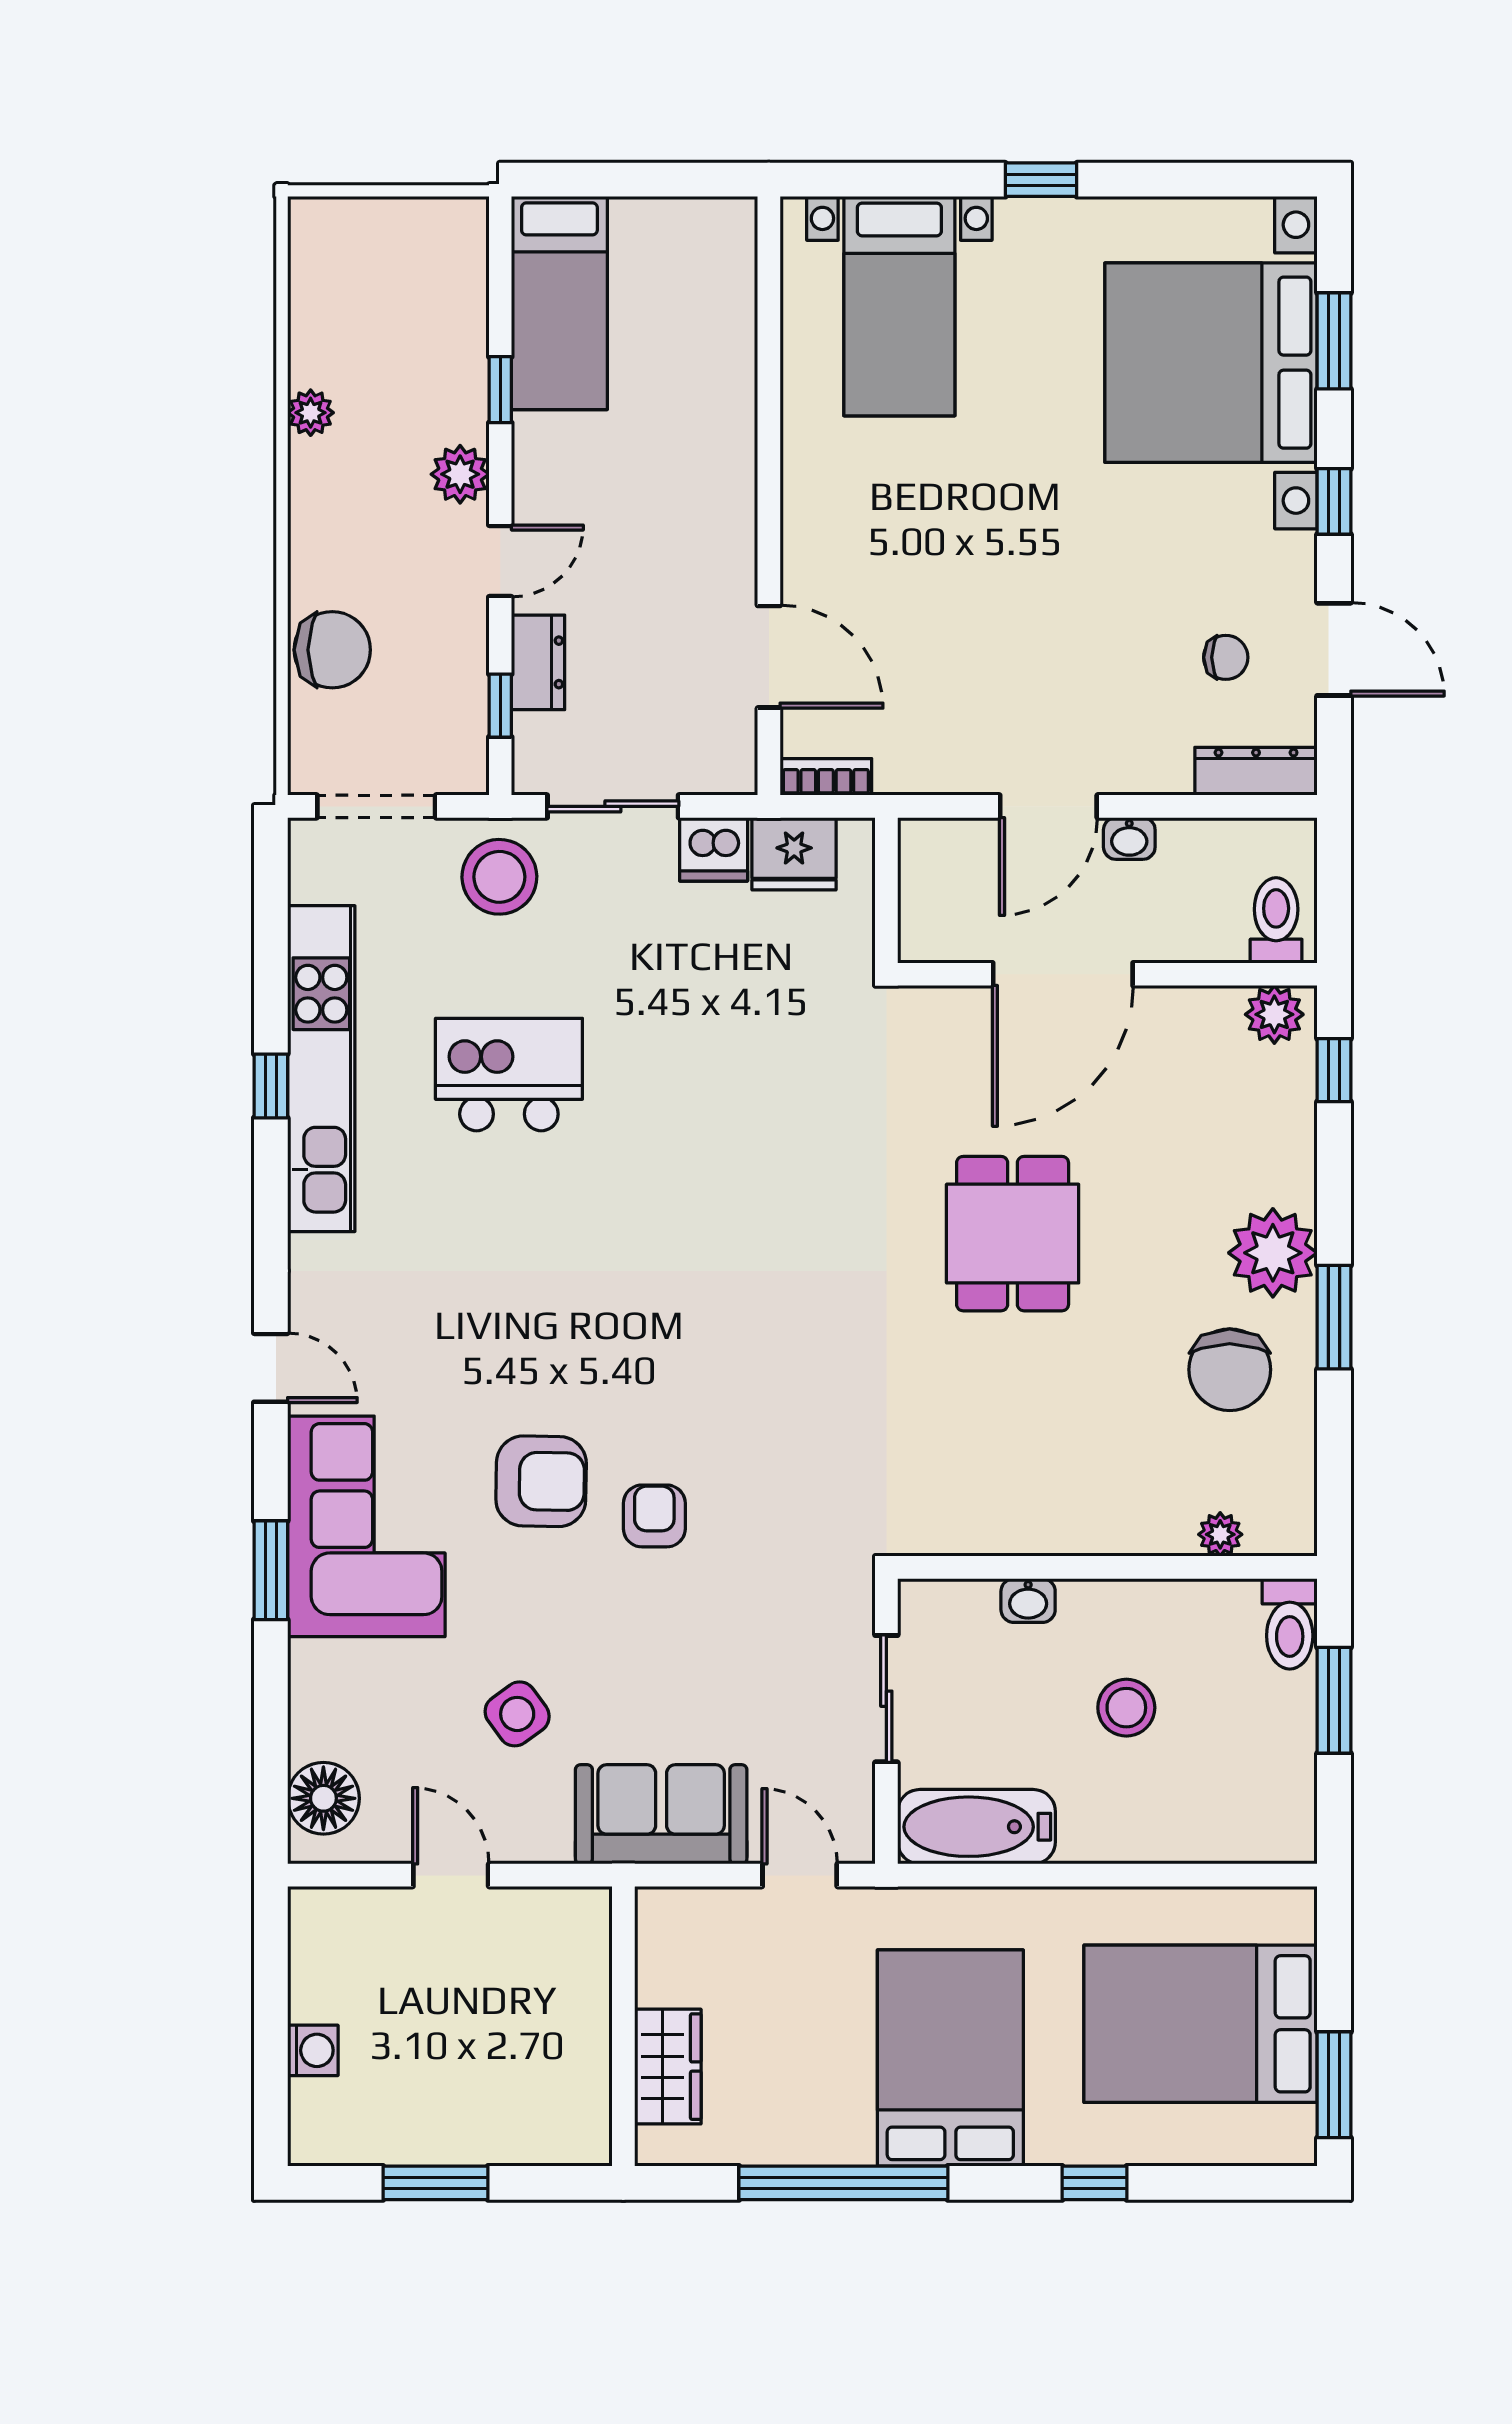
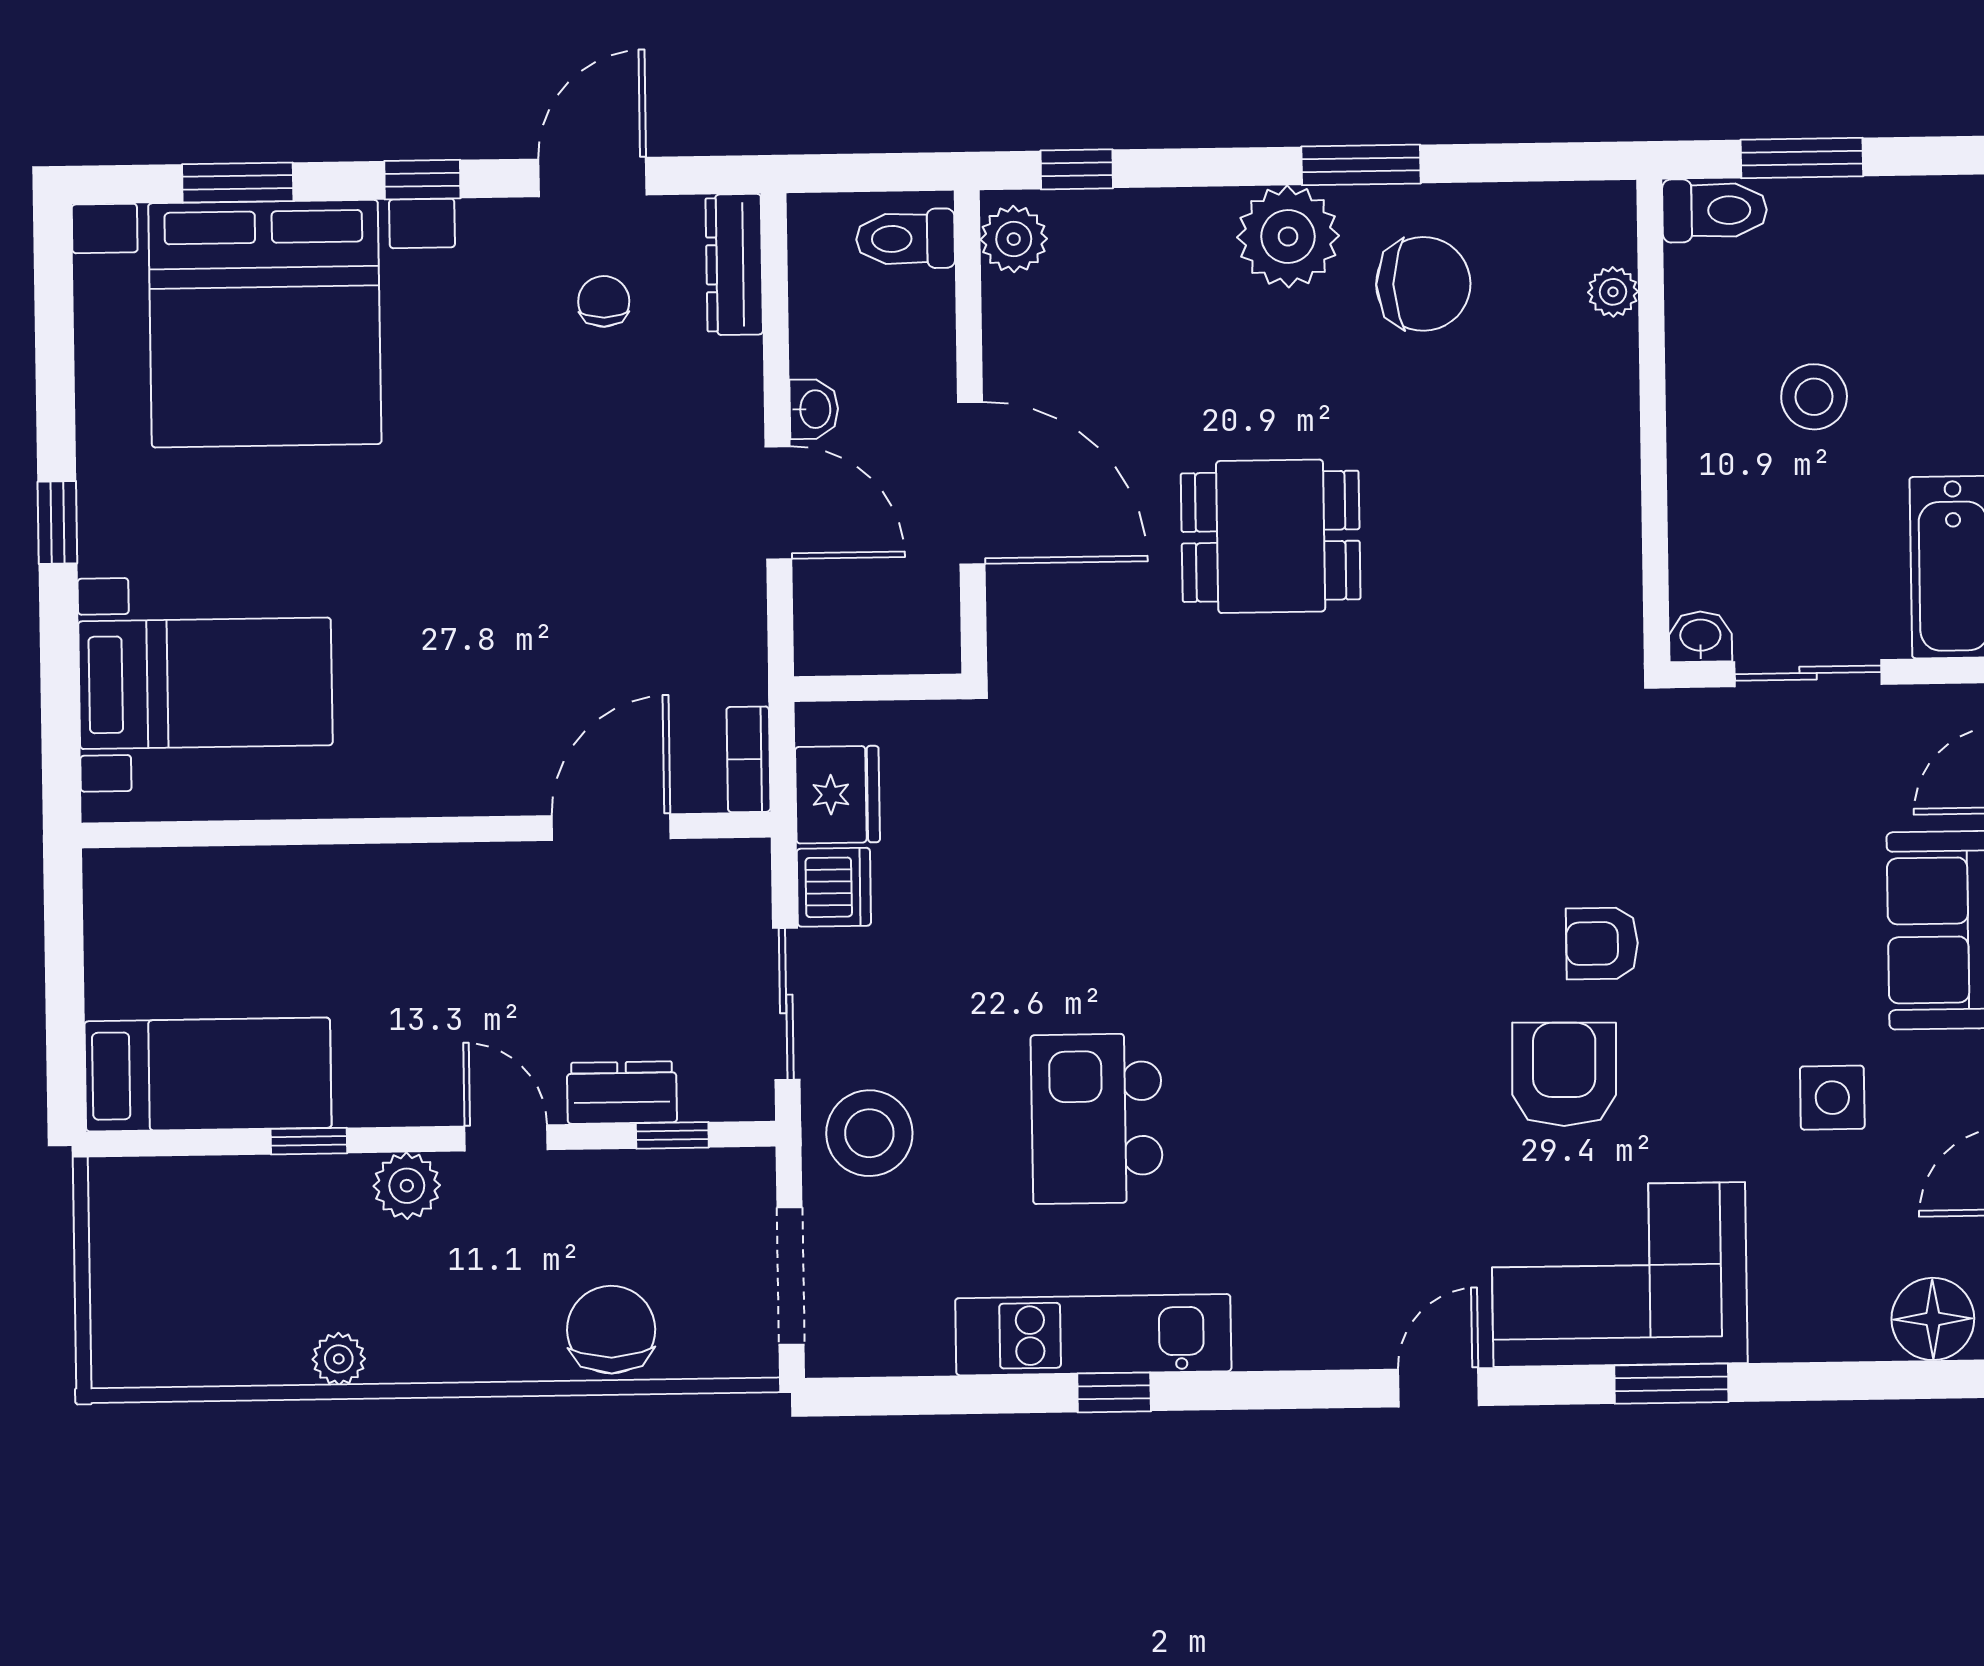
kitchen unit: (321, 1069) -> (1093, 1335), width x0.73
washbasin: (1028, 1600) -> (1700, 637), moved, turned -90
side table: (517, 1714) -> (1832, 1098), turned 36

